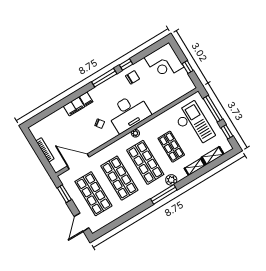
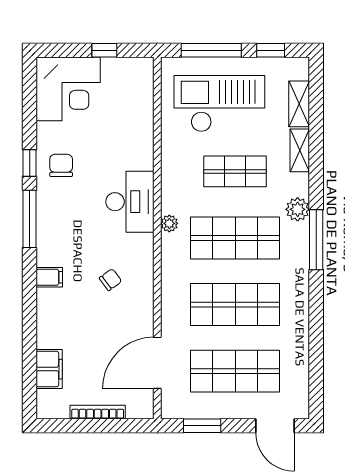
filing cabinet: (74, 106) -> (49, 369), moved
desk: (129, 113) -> (130, 202), width x0.73, depth x0.77

